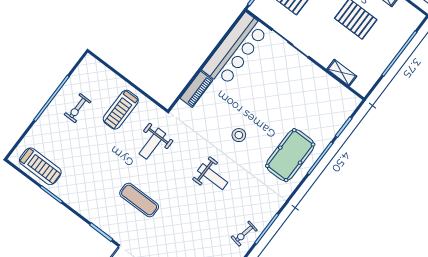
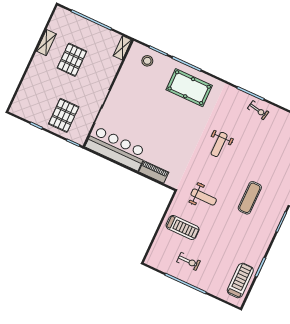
shelving: (342, 73) -> (122, 48), moved
stool: (239, 135) -> (147, 61), moved
weight bench: (213, 177) -> (219, 144), turned 180

